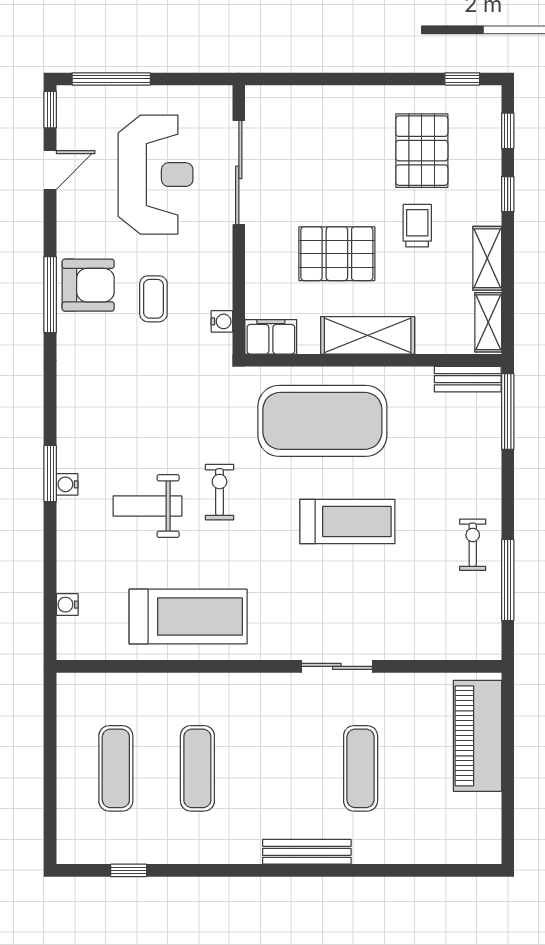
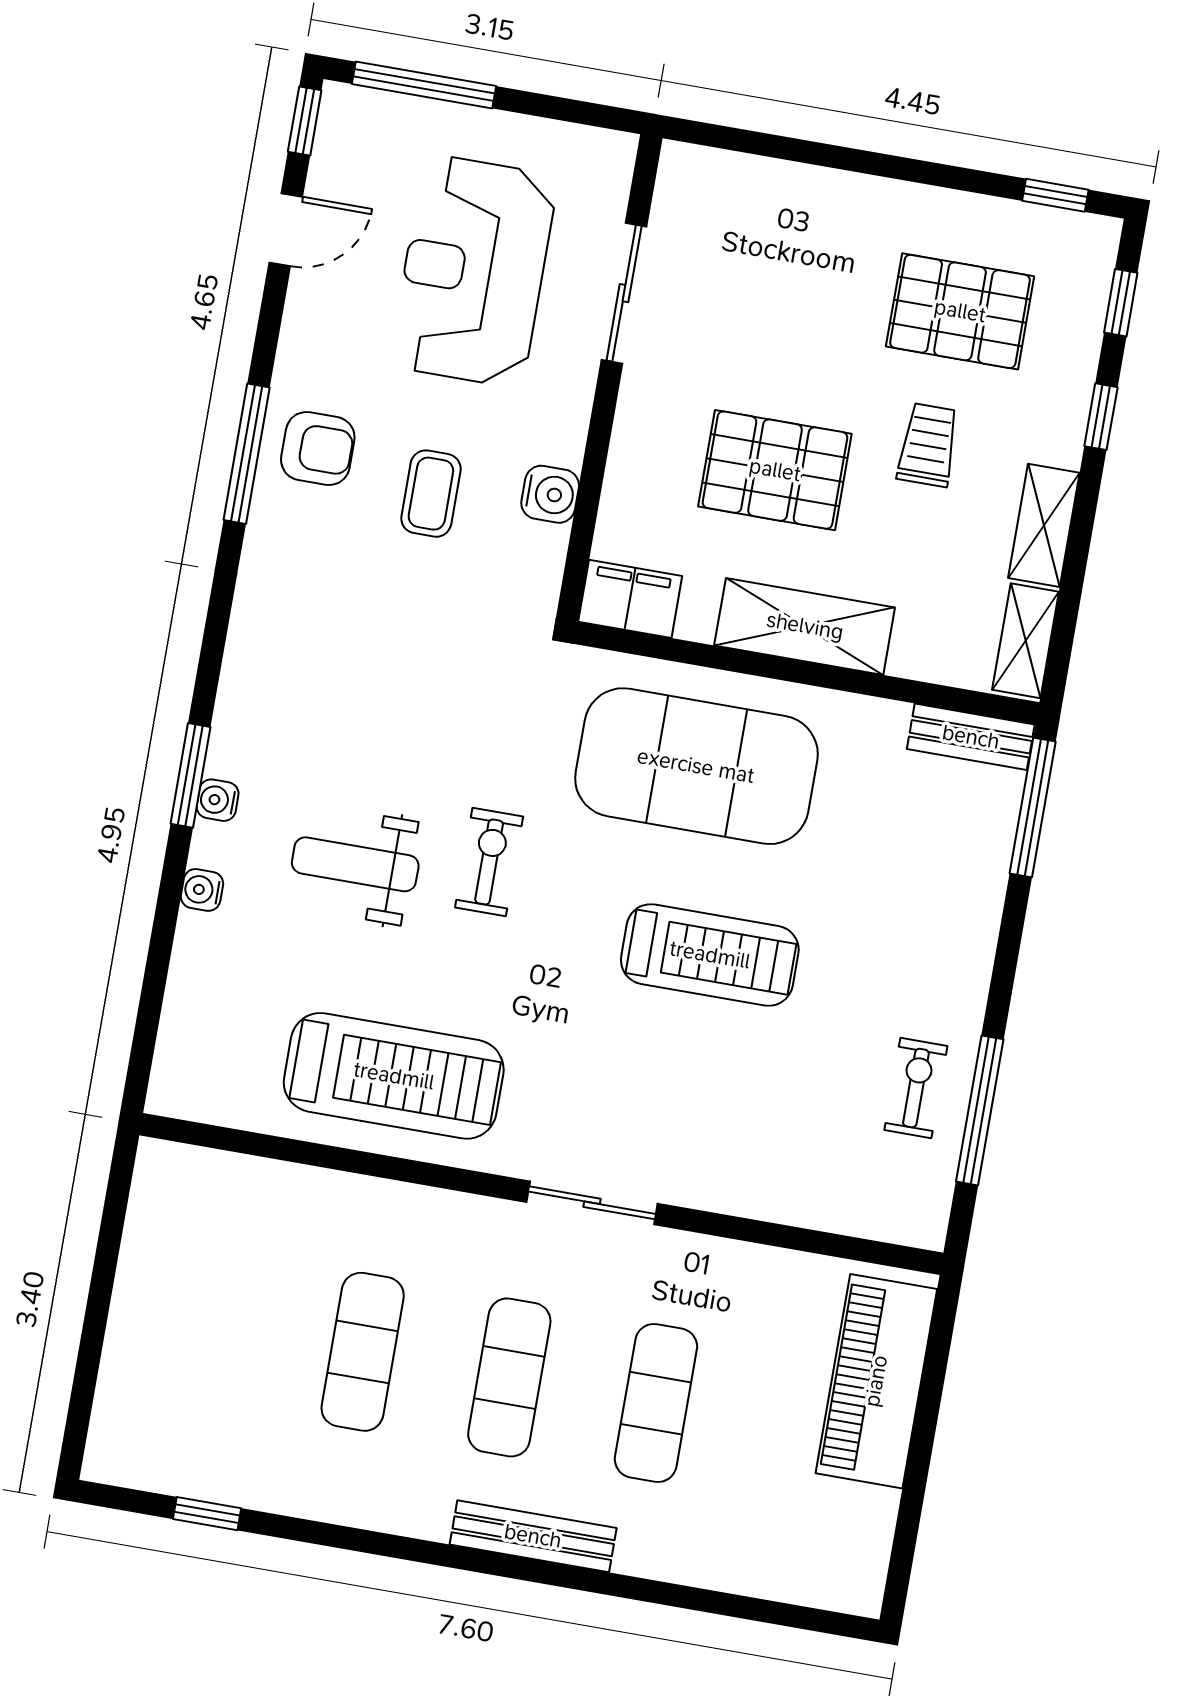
pallet: (422, 151) -> (960, 311), turned 90
sliding door: (239, 172) -> (624, 293), width x0.73
reception desk: (155, 175) -> (474, 271), turned 180
armchair: (88, 285) -> (318, 449), width x0.72, depth x0.72
water cooler: (222, 321) -> (550, 494), moved, width x1.38, depth x1.38
exercise bike: (473, 545) -> (916, 1088), moved
water cooler: (67, 605) -> (202, 890), moved
sliding door: (337, 666) -> (592, 1203), moved
exercise mat: (116, 768) -> (509, 1377), moved

